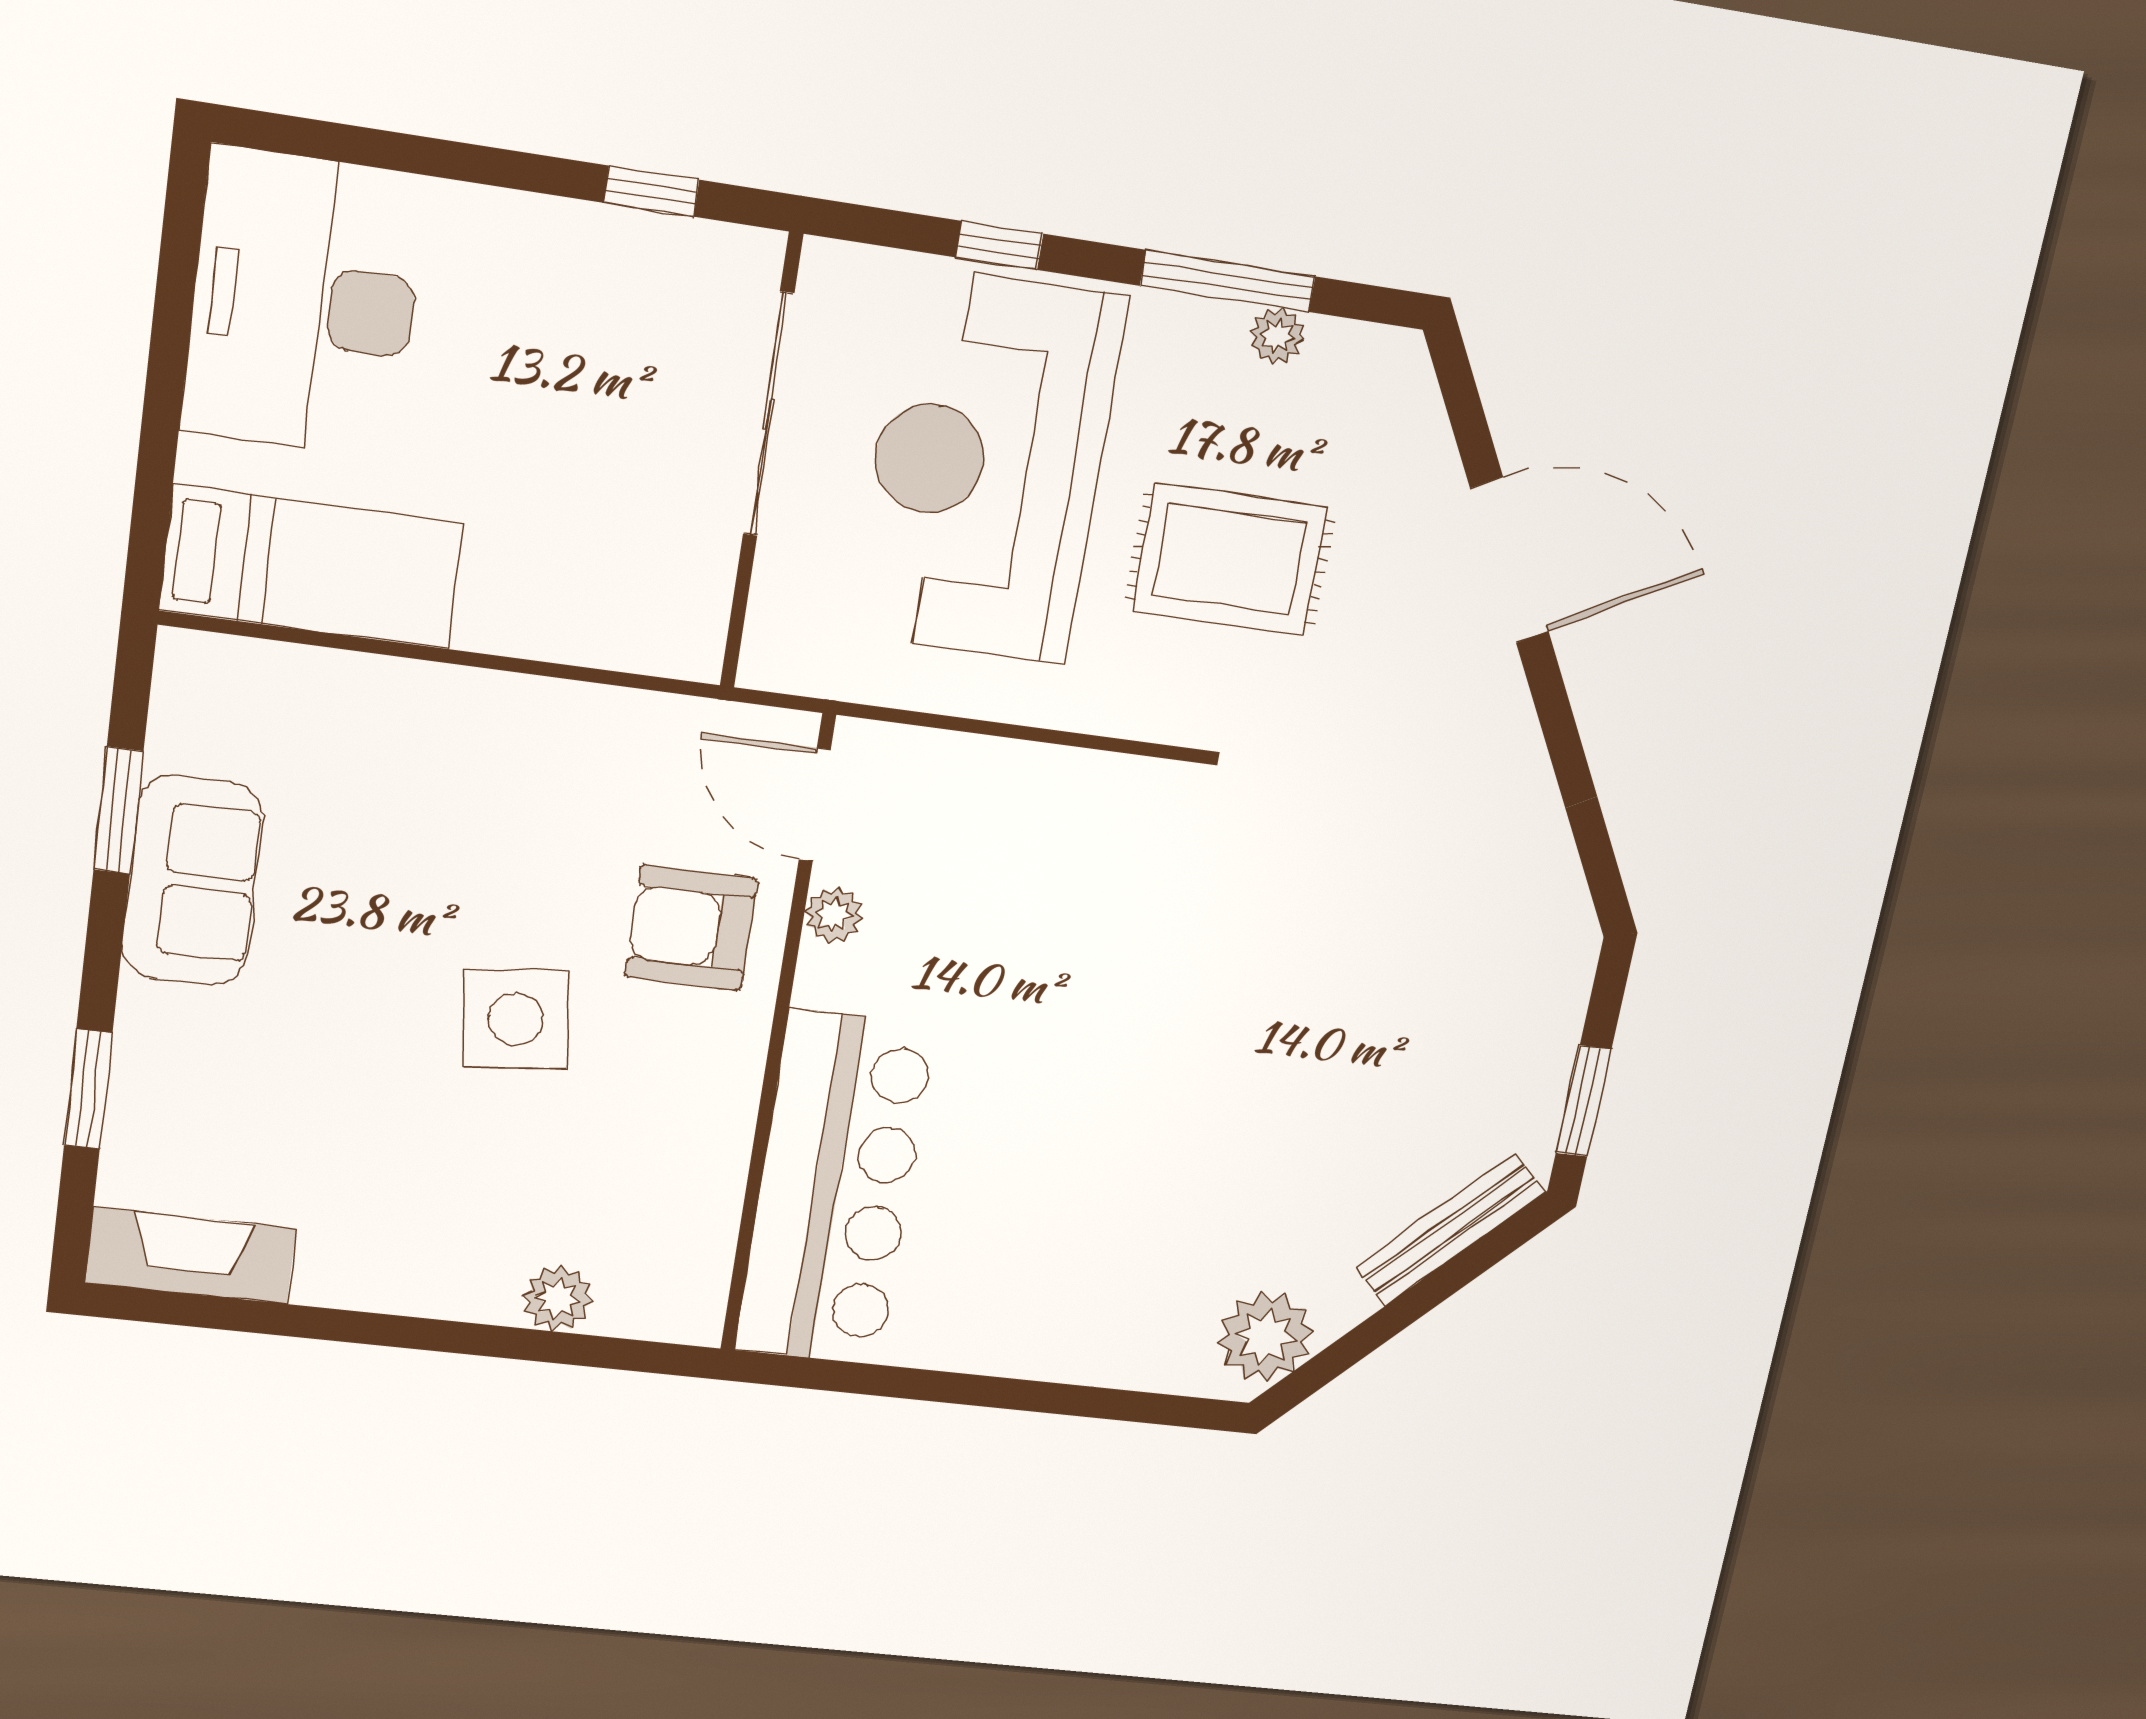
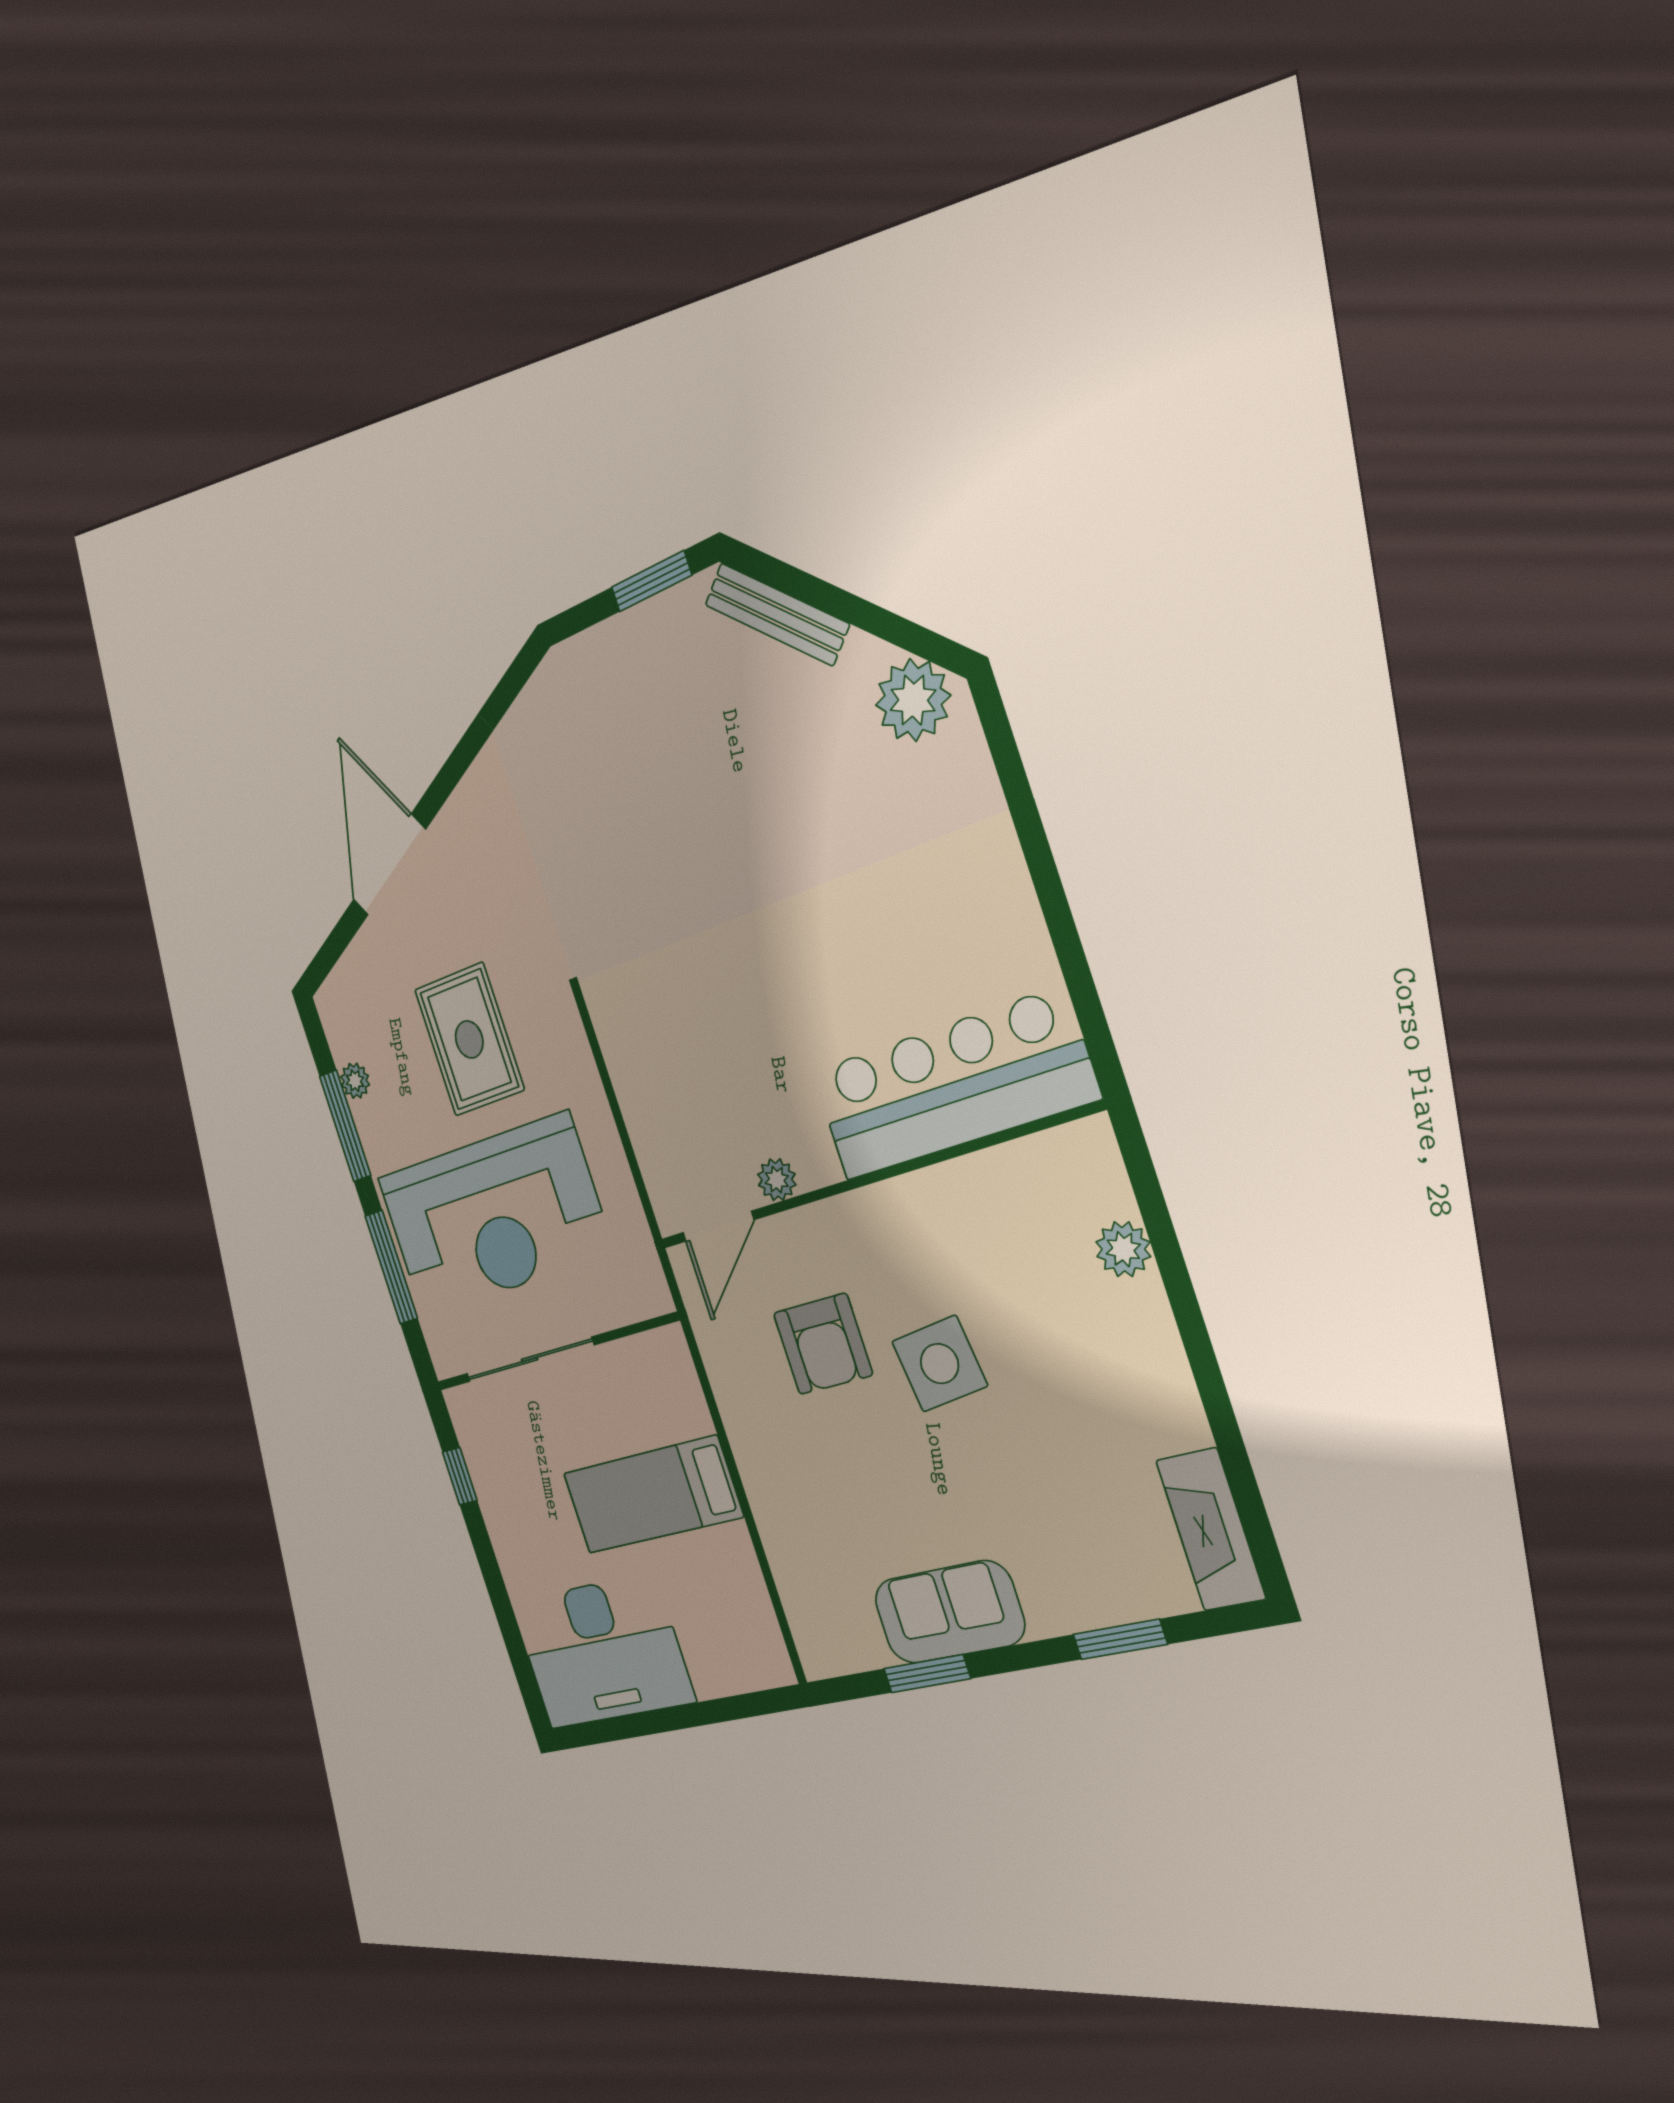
window: (999, 245) -> (391, 1267), width x2.17
bed: (312, 567) -> (652, 1495), moved, turned -90
armchair: (691, 928) -> (823, 1344), moved

